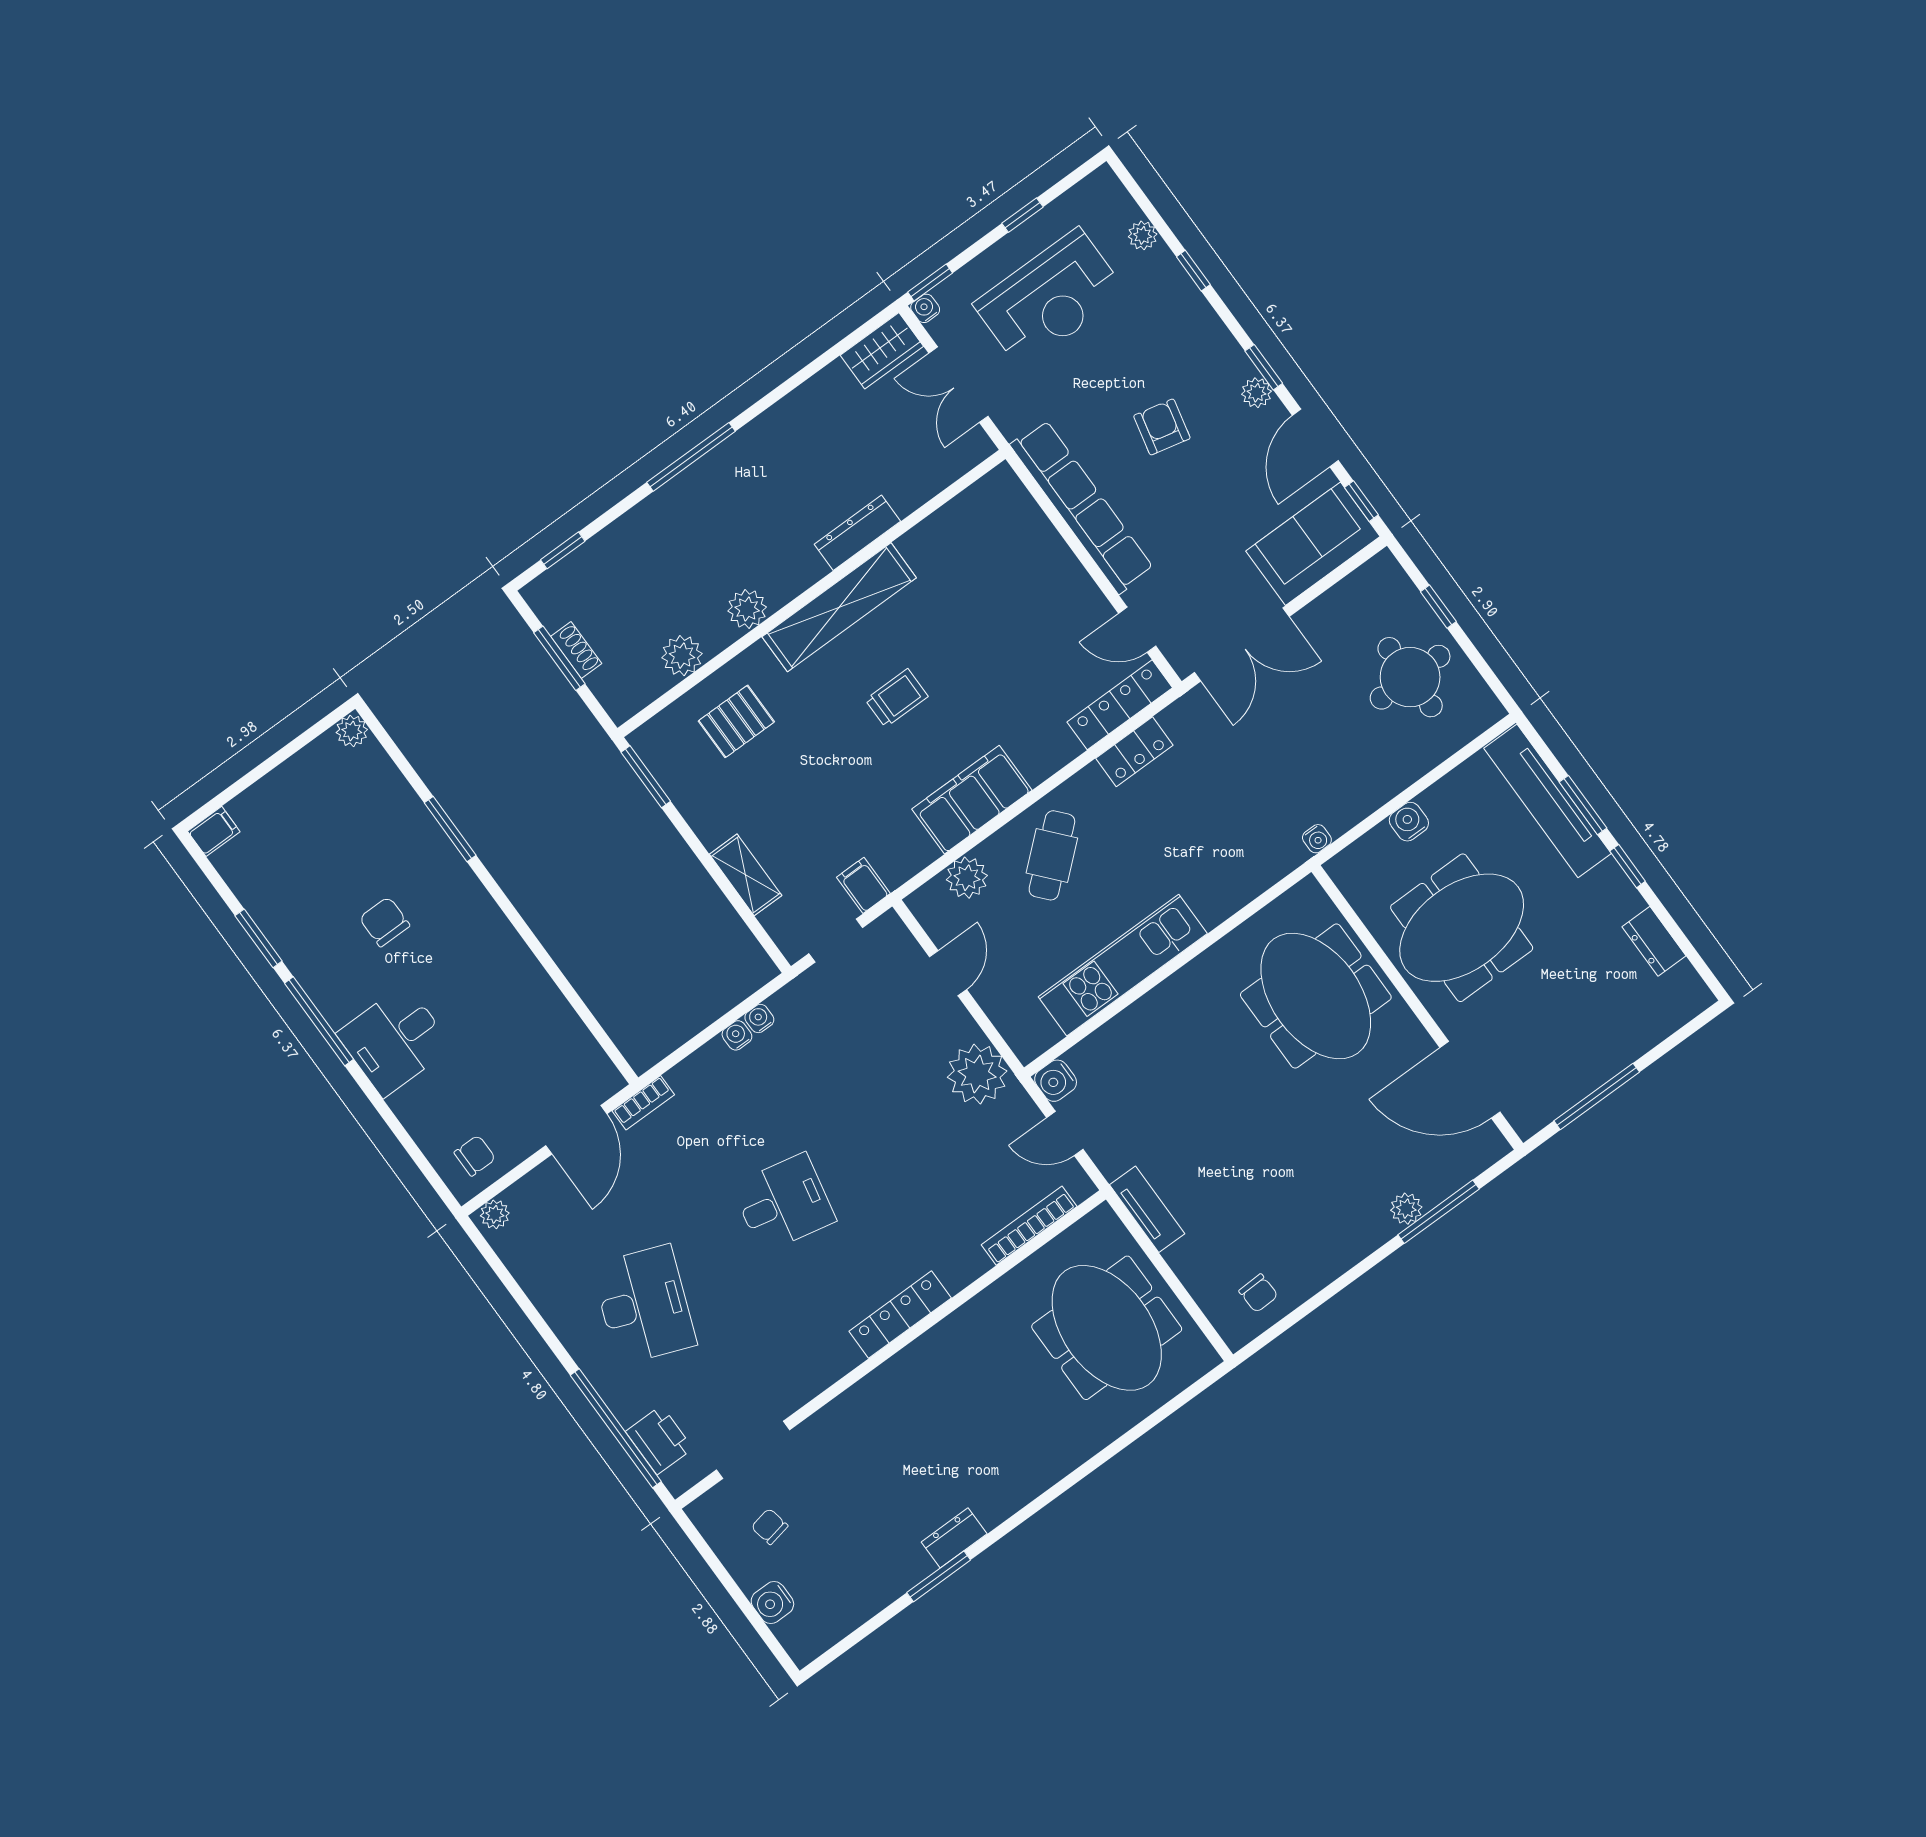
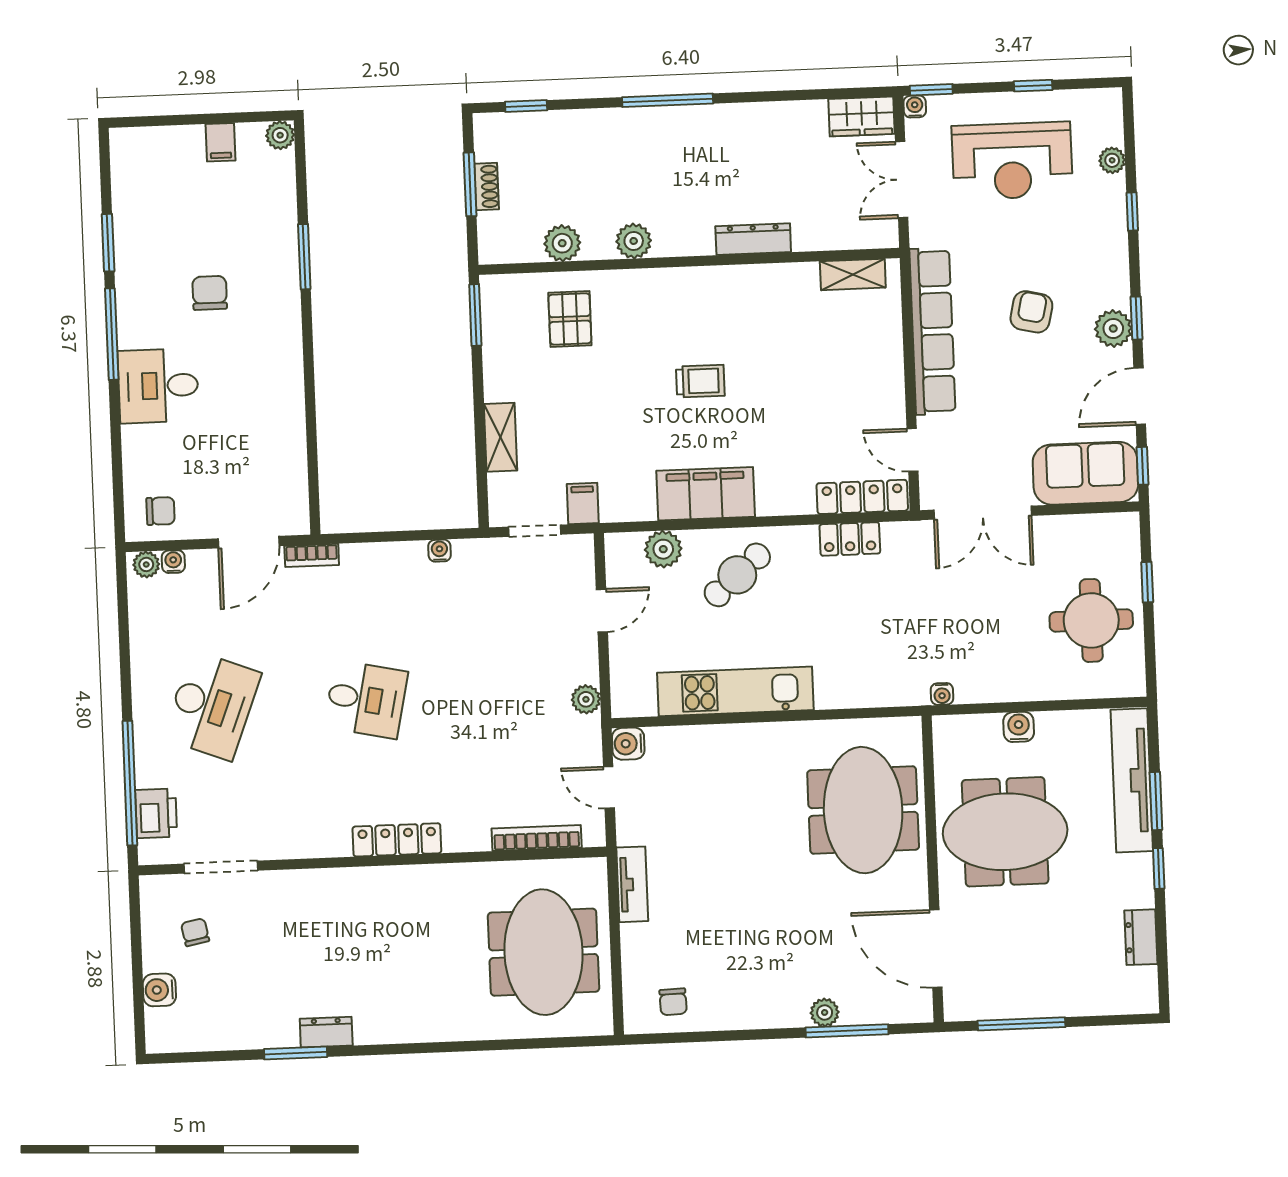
plant: (1257, 393) -> (1113, 329), width x1.38, depth x1.38
shelving: (839, 607) -> (853, 274), moved, width x0.45, depth x0.75
pallet: (736, 721) -> (570, 319), turned 90
filing cabinet: (214, 831) -> (220, 142), moved, turned 90
water cooler: (737, 1035) -> (173, 562), moved
plant: (977, 1074) -> (586, 699), width x0.53, depth x0.53

